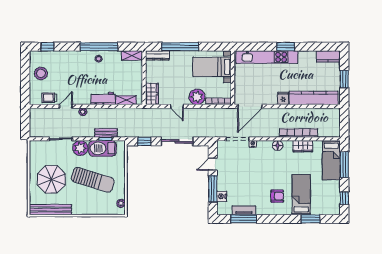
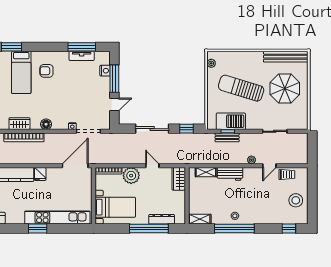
dresser: (158, 55) -> (162, 219), moved
plant: (80, 148) -> (254, 122), removed

